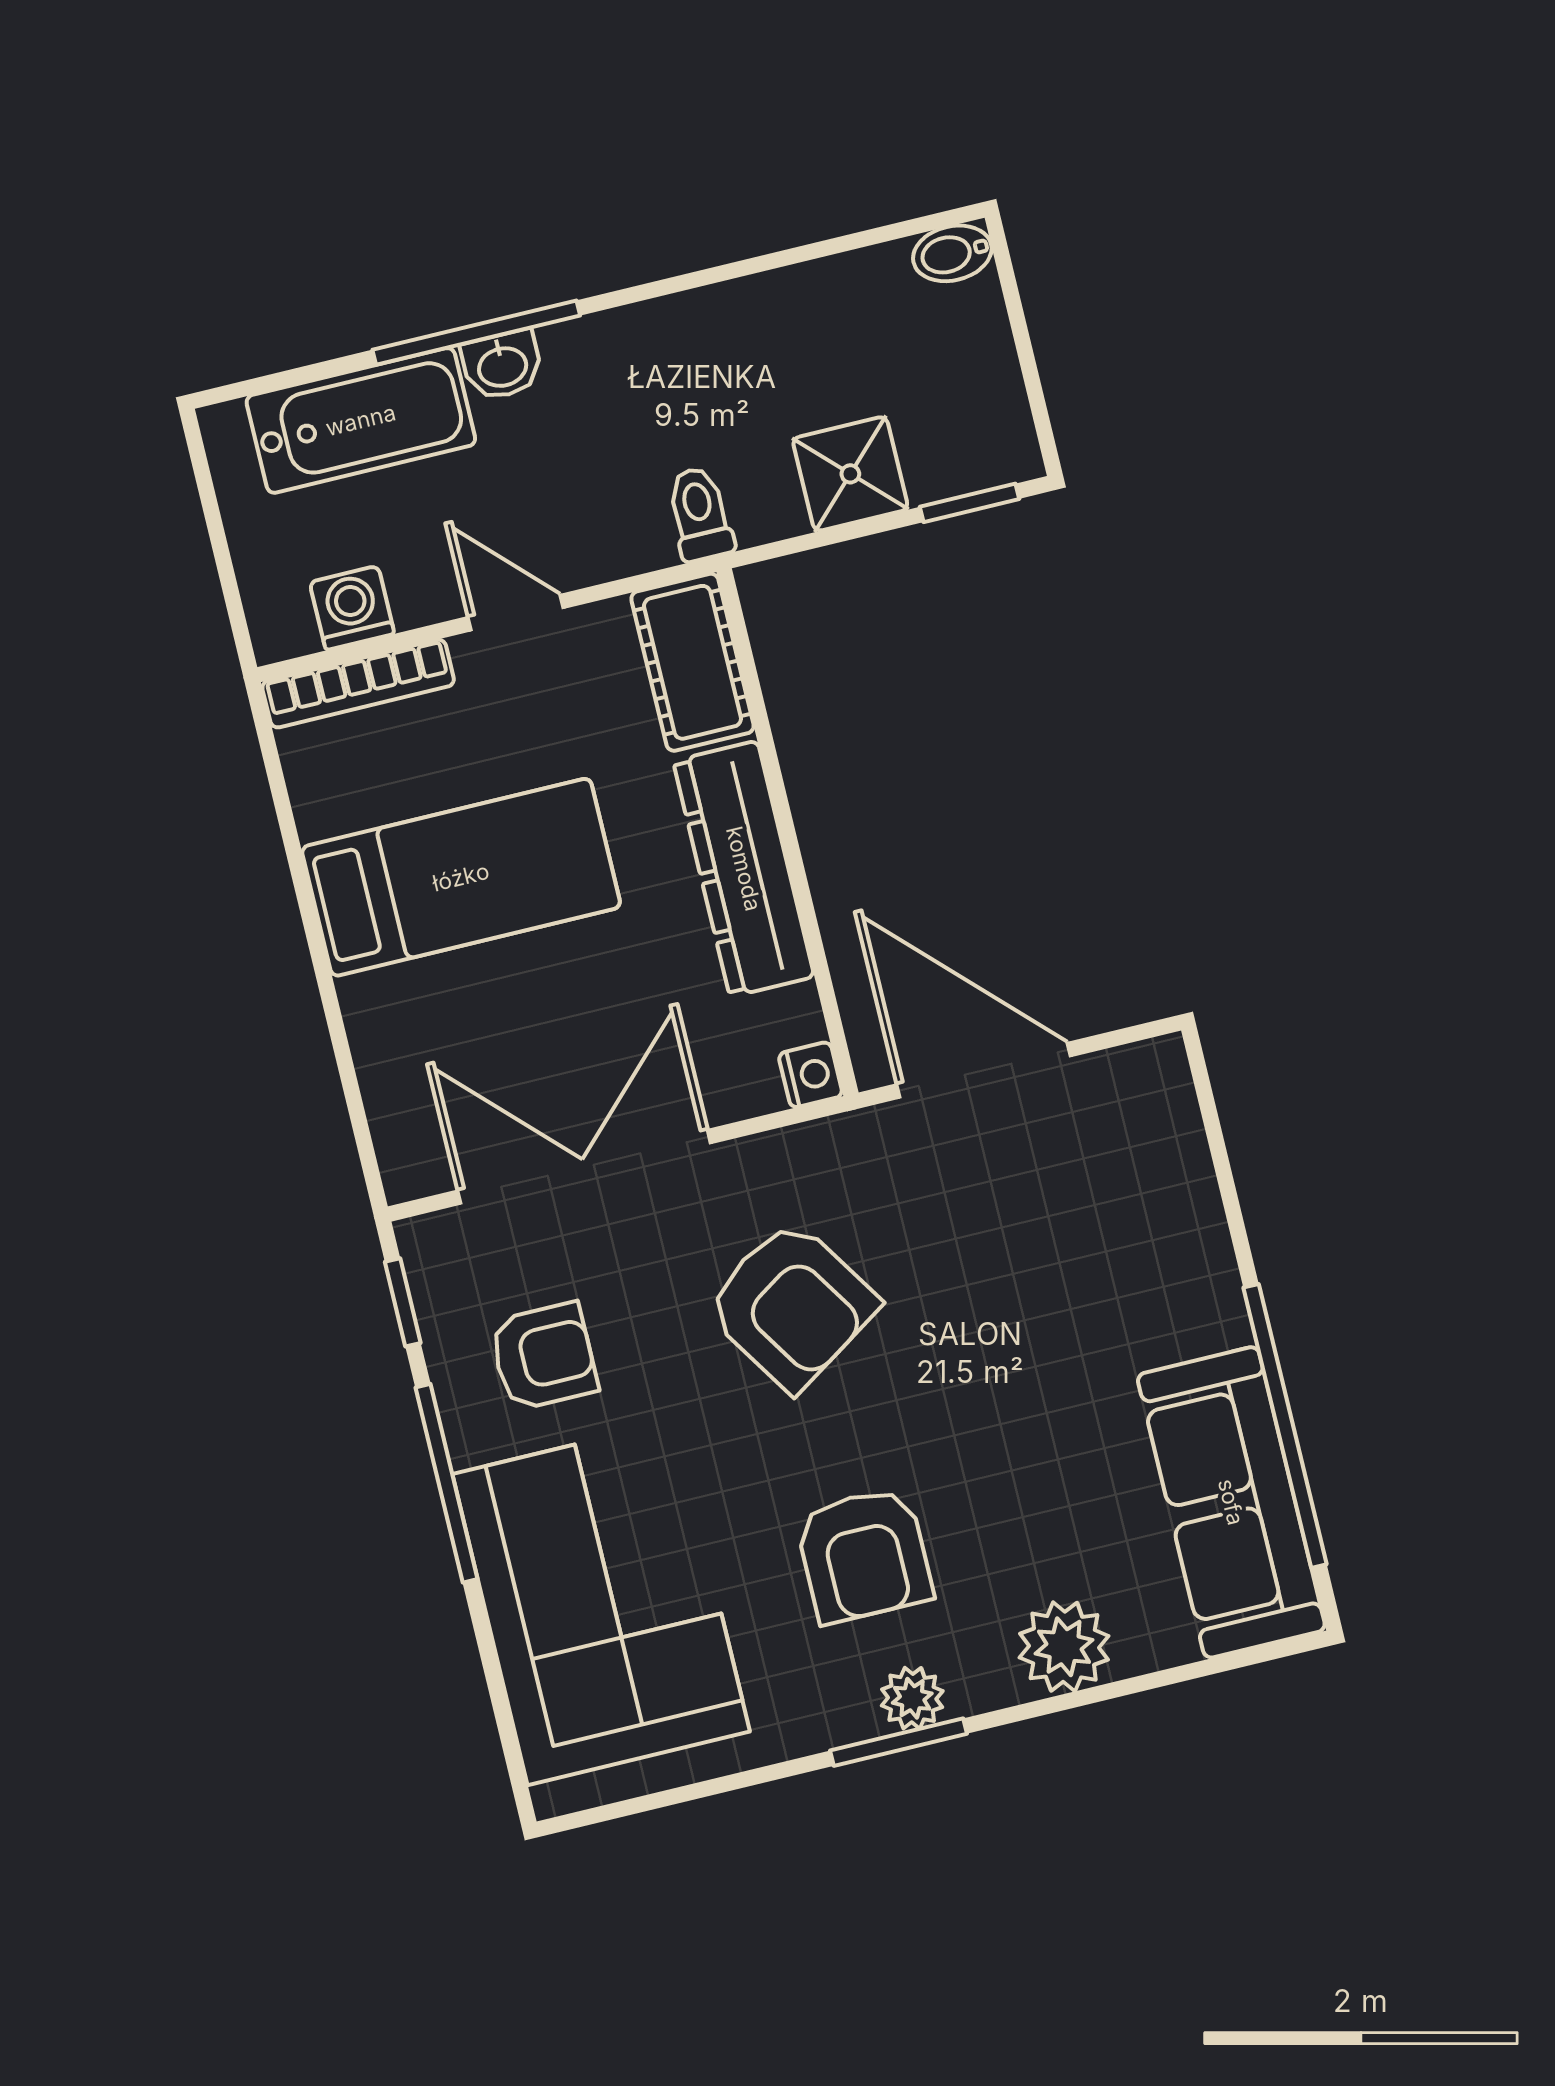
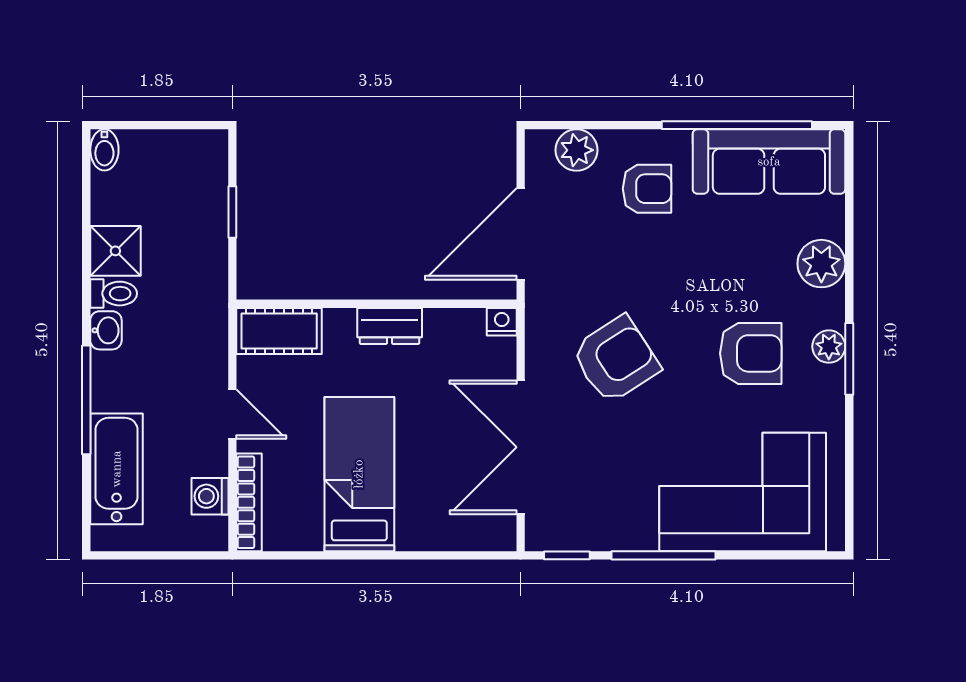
washbasin: (502, 365) -> (106, 330), moved
shower: (850, 474) -> (115, 251), moved
window: (969, 503) -> (232, 212), moved
toilet: (700, 514) -> (114, 294), moved, turned 180
door: (516, 613) -> (232, 414), swing flipped
dresser: (744, 869) -> (390, 326), width x0.51, depth x0.80
plant: (1166, 1137) -> (577, 150), added
armchair: (544, 1356) -> (647, 189), moved, turned 90

